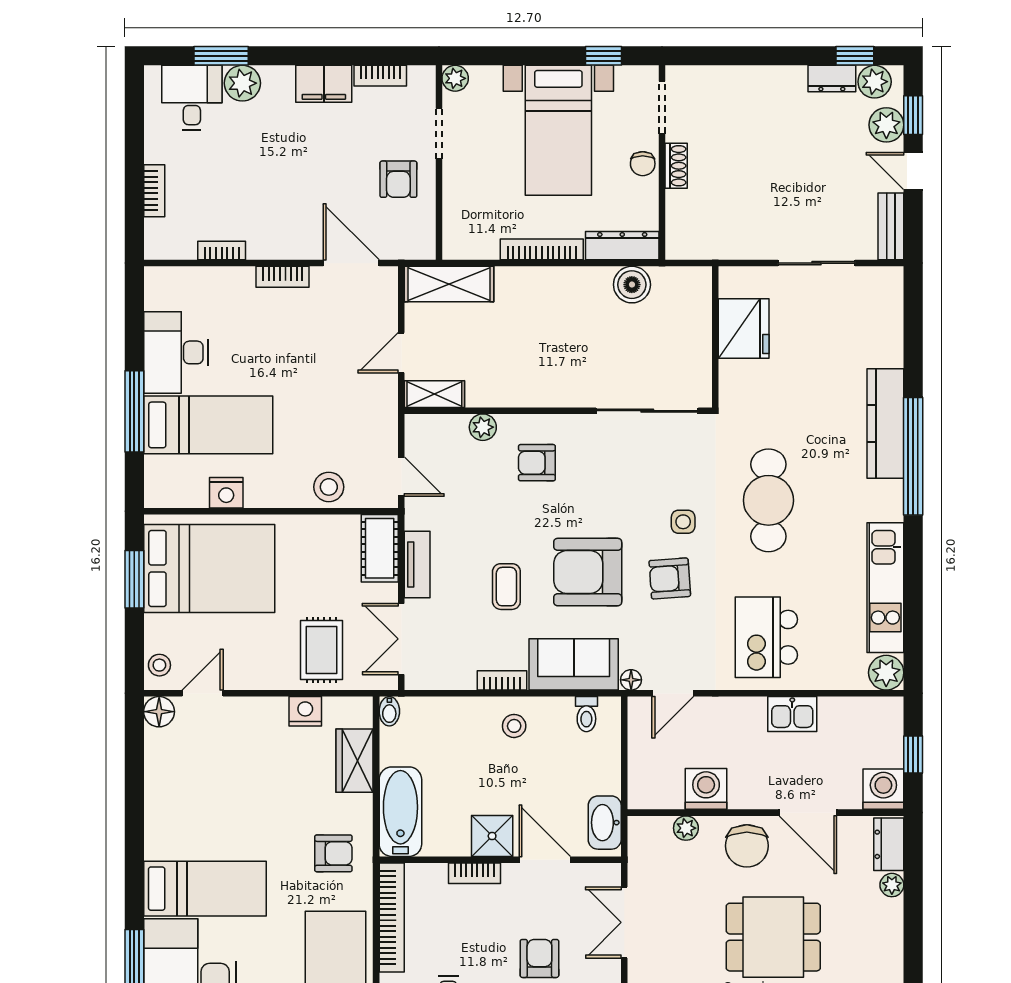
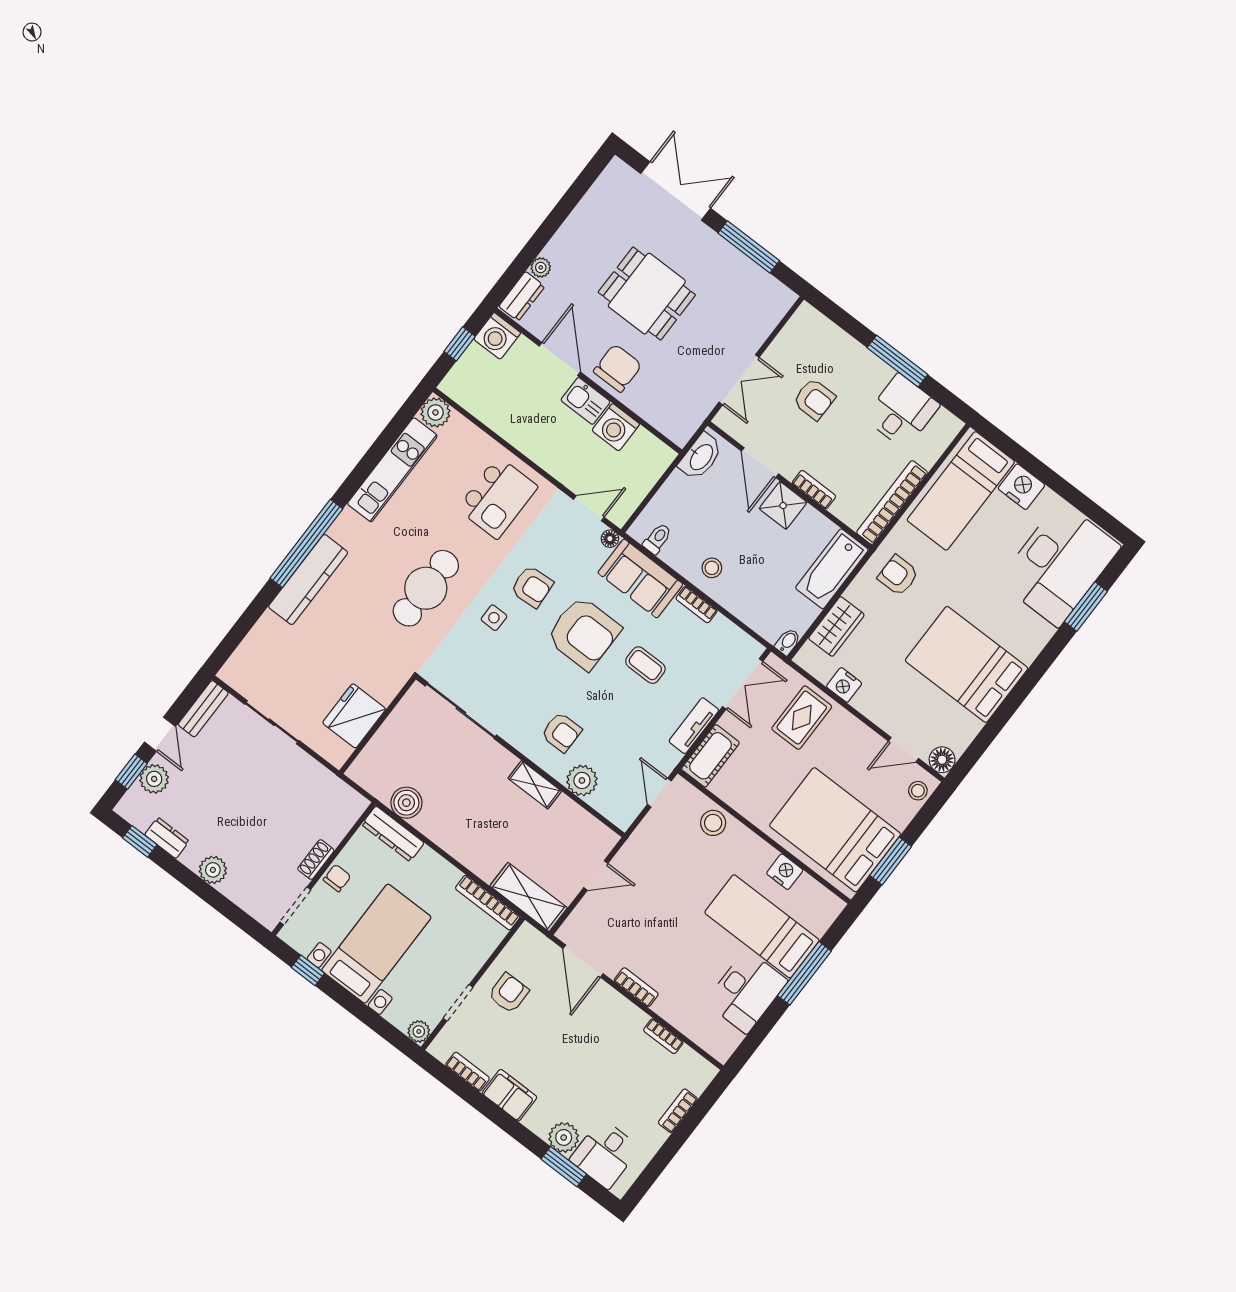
plant: (875, 82) -> (213, 870), moved
bookcase: (542, 249) -> (488, 903), moved
shelving: (434, 394) -> (535, 785), moved
plant: (483, 427) -> (582, 780), width x1.38, depth x1.38
coffee table: (506, 587) -> (645, 665), turned 90
kitchen sink: (792, 714) -> (585, 401), moved, turned 180
plant: (686, 828) -> (649, 411), removed
bed: (205, 889) -> (966, 664), moved, width x1.50
armchair: (539, 958) -> (814, 399), turned -90

